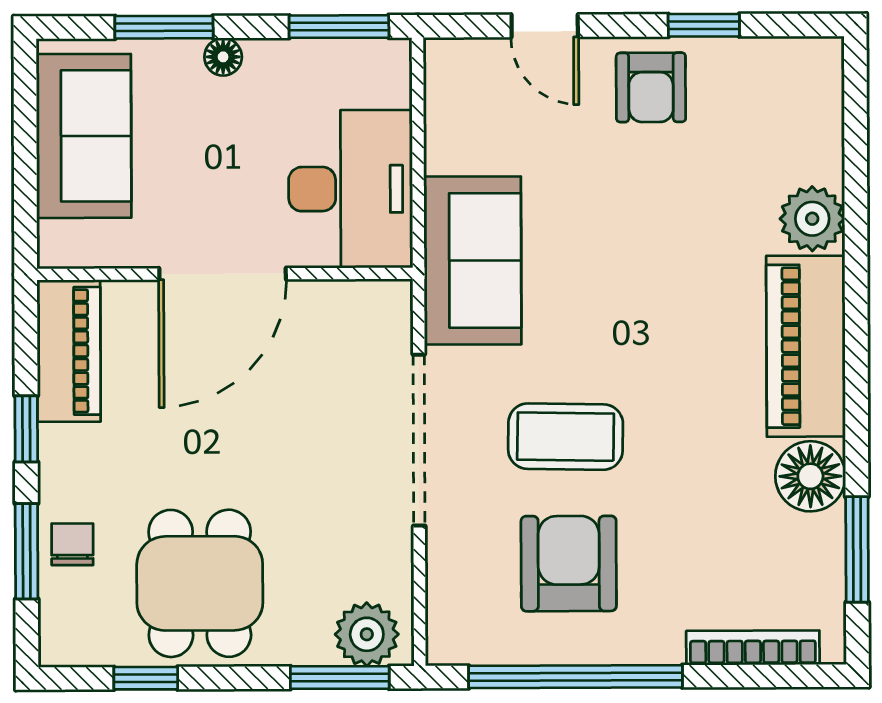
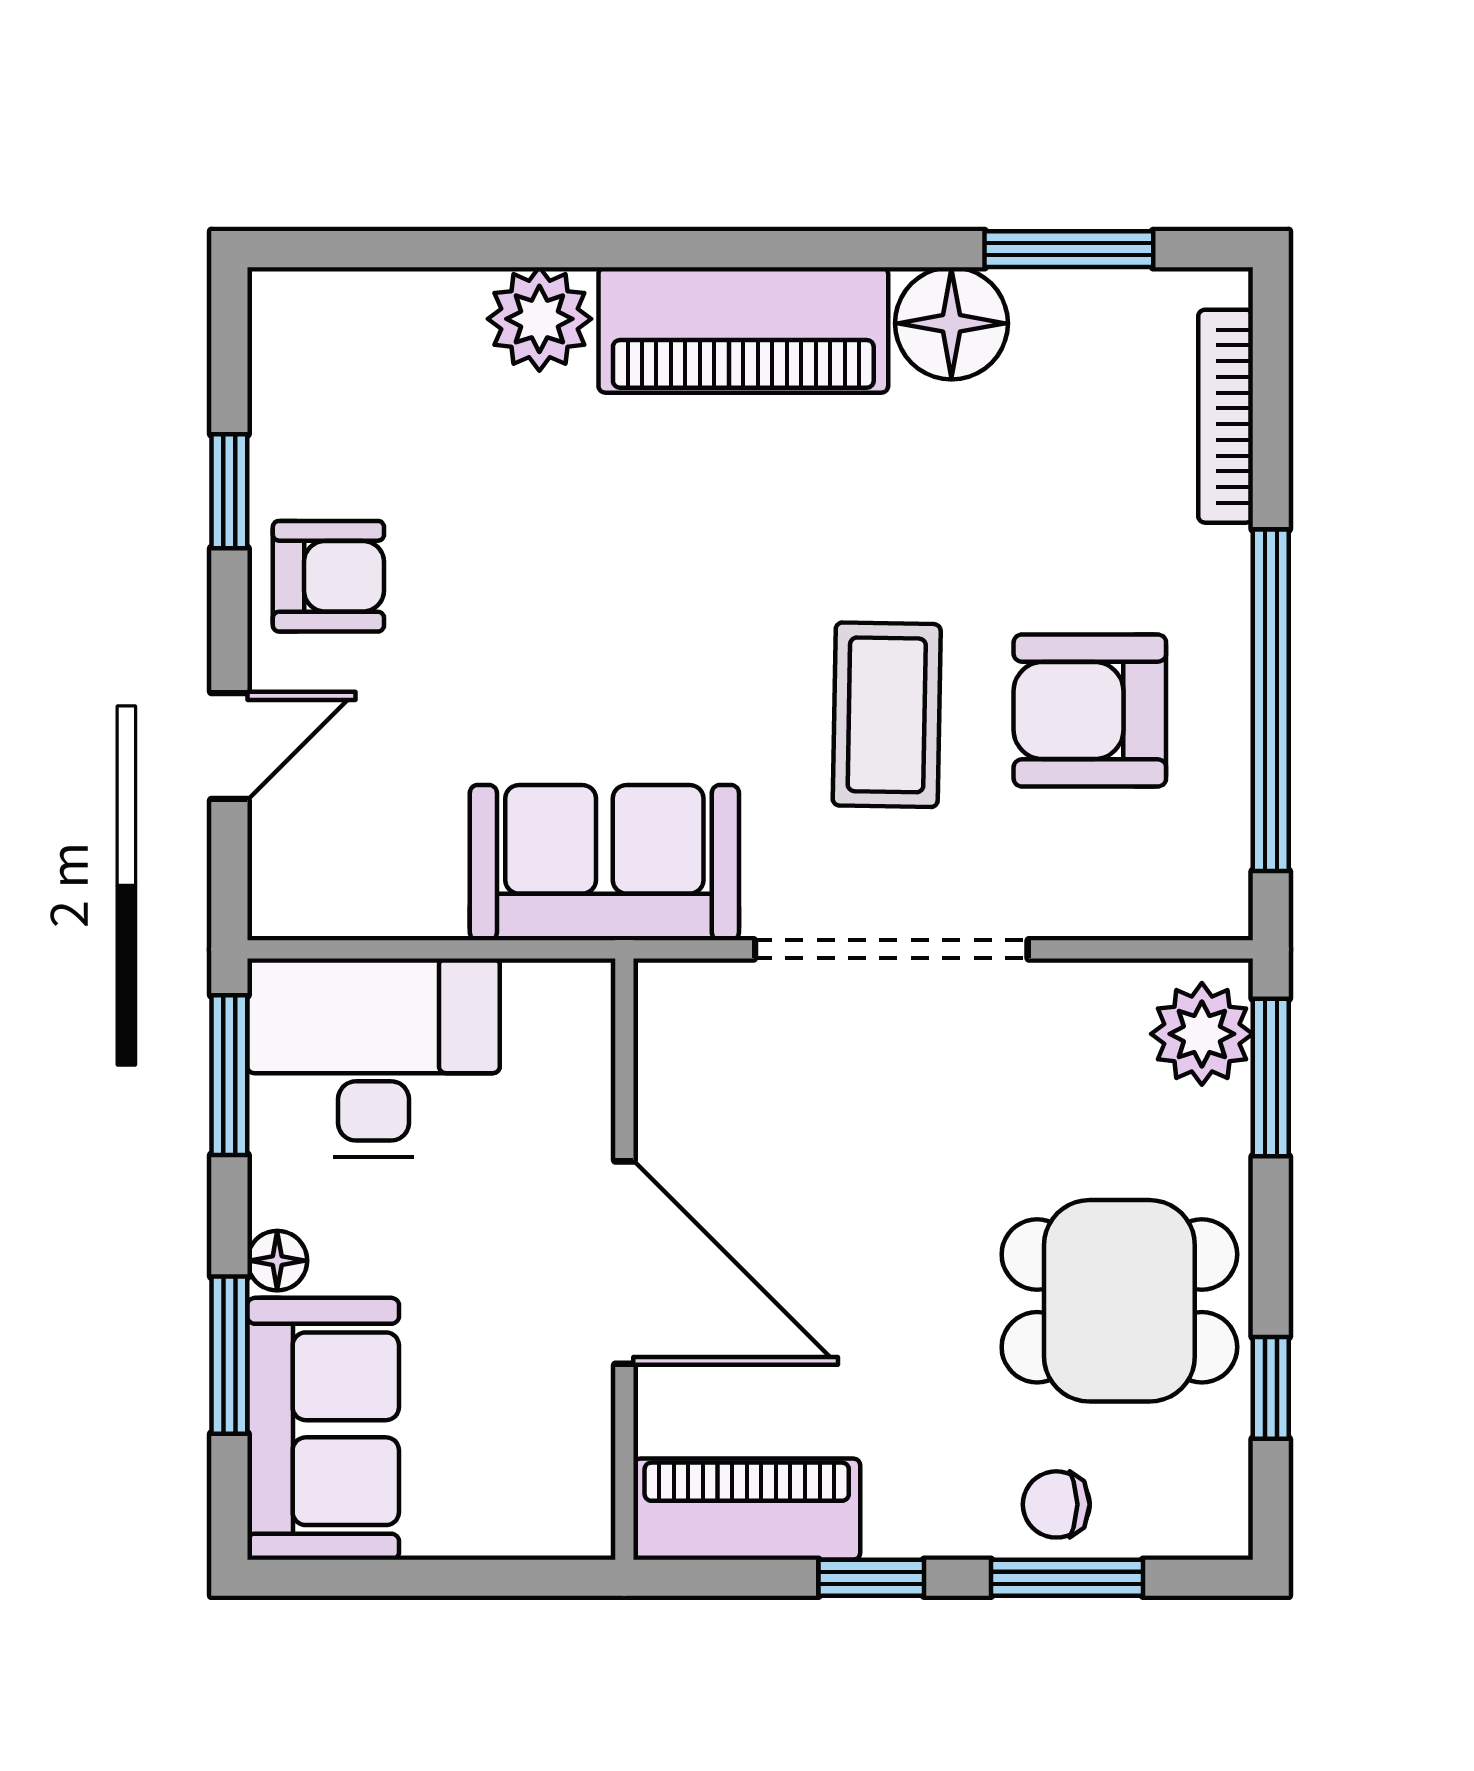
sofa: (84, 136) -> (323, 1429), moved, turned 90
desk: (351, 189) -> (373, 1057), moved

